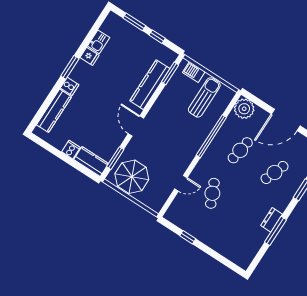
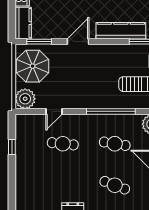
door: (181, 183) -> (54, 111), hinge flipped
cafe table: (212, 193) -> (63, 144), turned 30
plant: (155, 200) -> (25, 99), added

